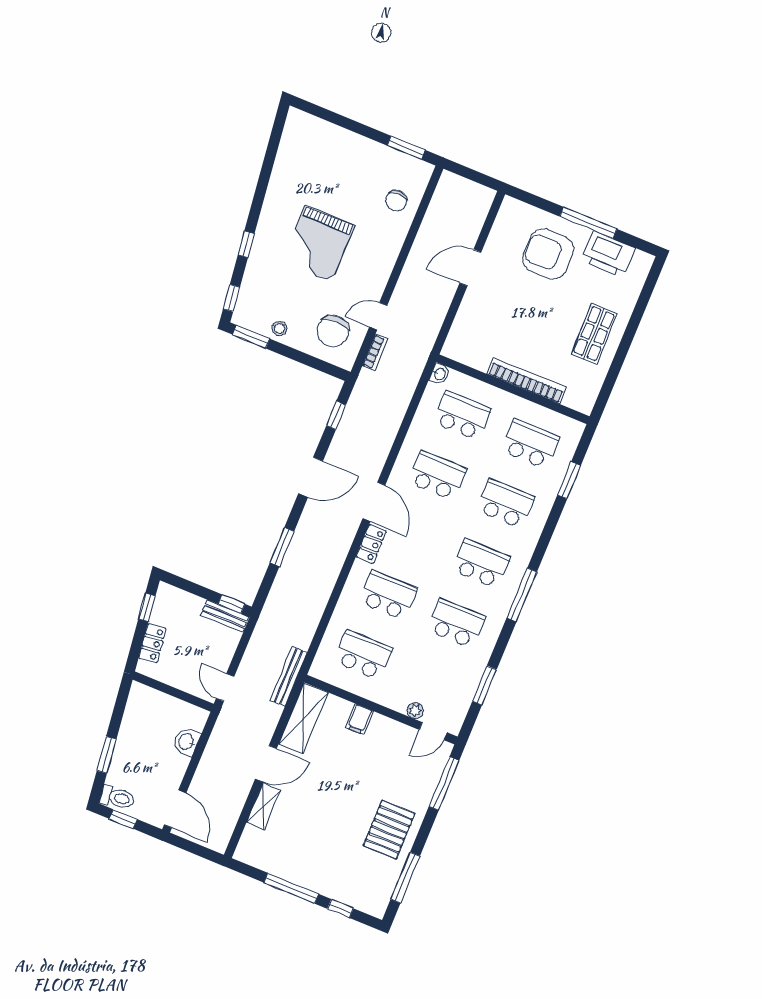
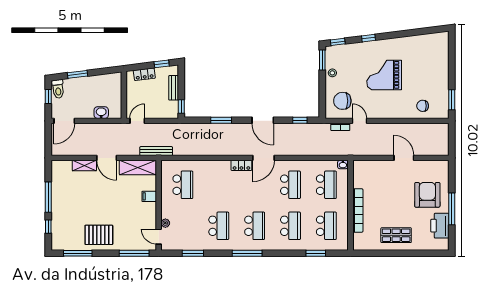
school desk: (388, 595) -> (219, 185), removed
bench: (225, 616) -> (174, 88), moved

